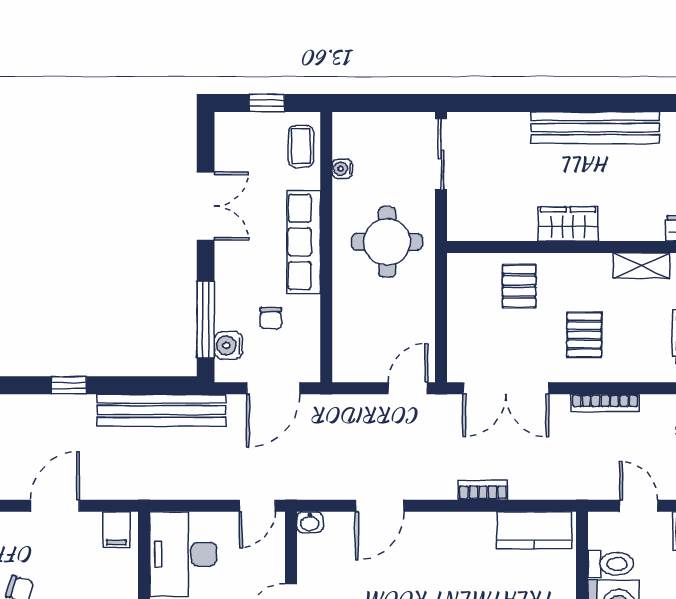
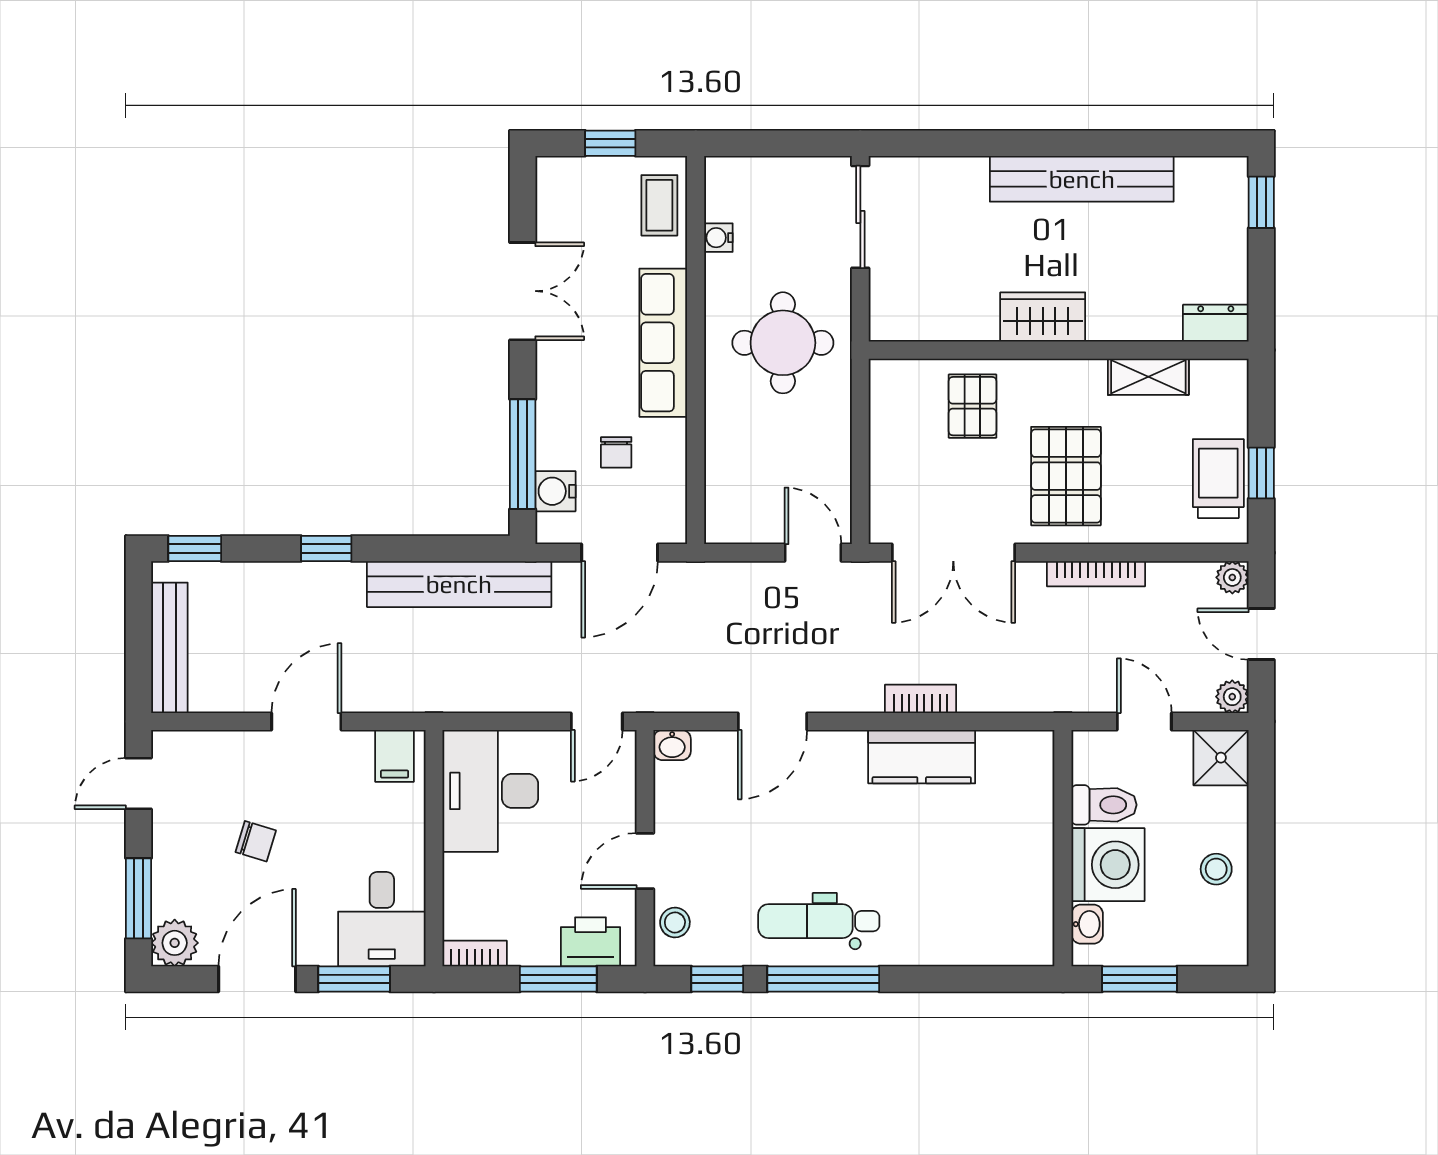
pallet: (584, 335) -> (1066, 476), width x1.50, depth x1.42
door: (408, 388) -> (813, 553), hinge flipped
kitchen counter: (534, 530) -> (922, 757), moved

